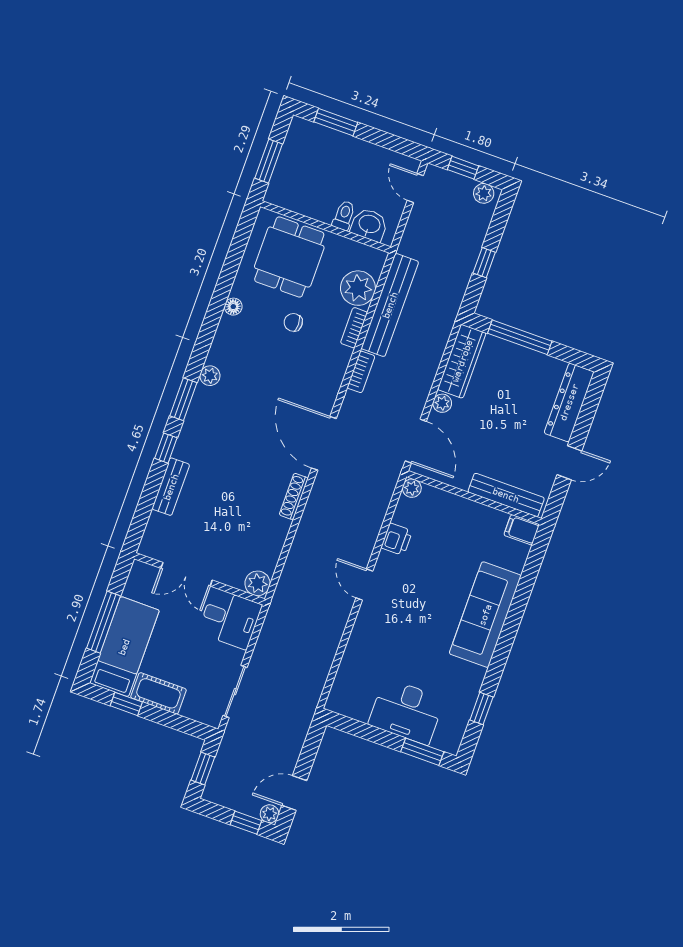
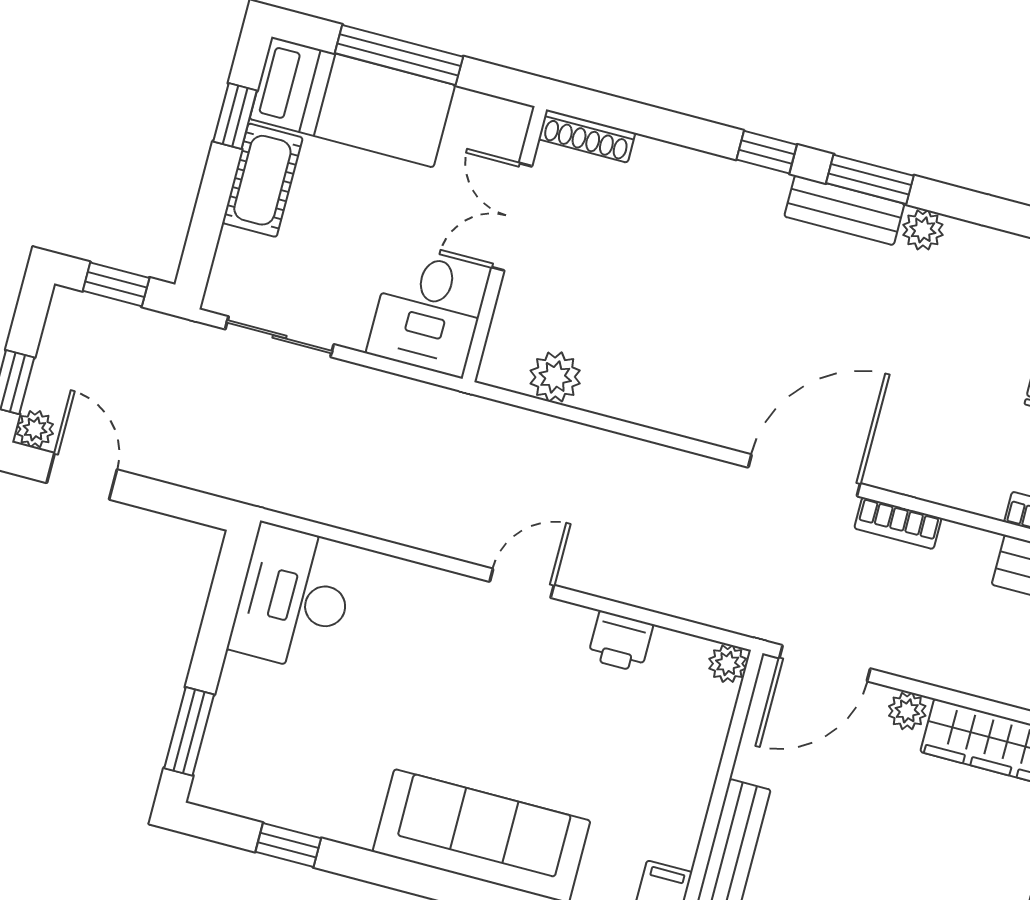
bookcase: (361, 372) -> (898, 523), moved
bench: (171, 487) -> (844, 210), moved
shoe rack: (294, 496) -> (587, 136), moved, turned 180
plant: (257, 583) -> (555, 377), moved
desk: (406, 711) -> (294, 598), moved

